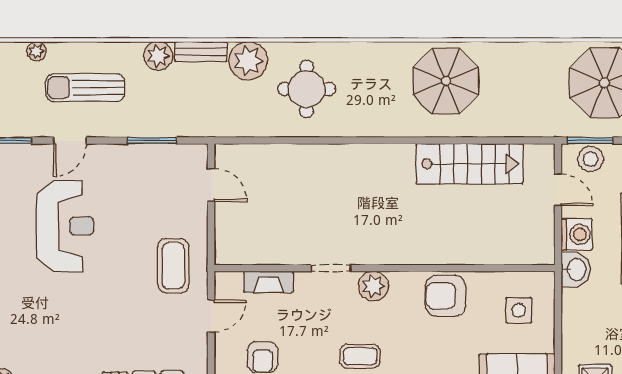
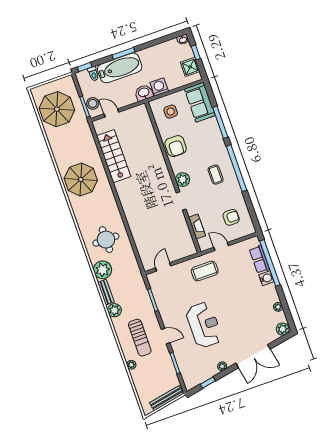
door: (558, 190) -> (111, 113), hinge flipped
reception desk: (65, 226) -> (204, 325), turned 90
washing machine: (577, 234) -> (159, 87), moved

